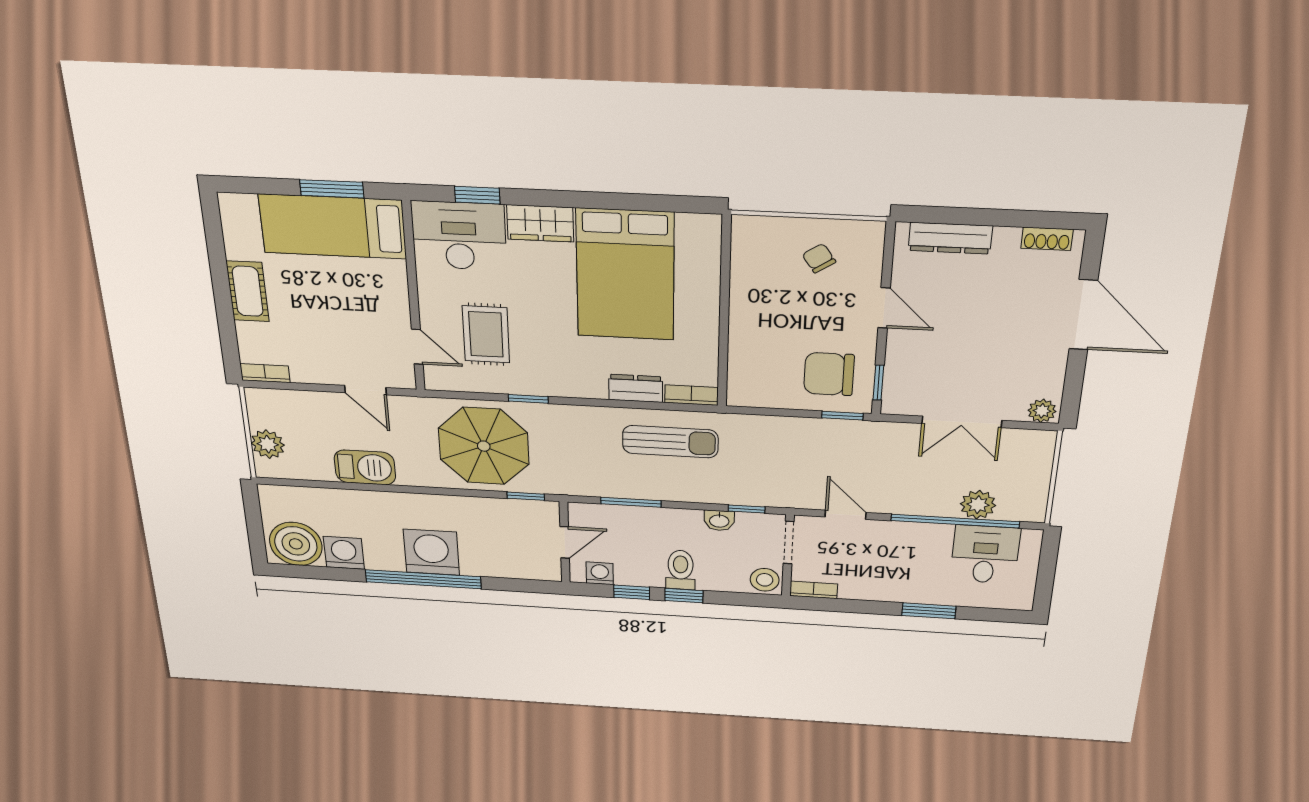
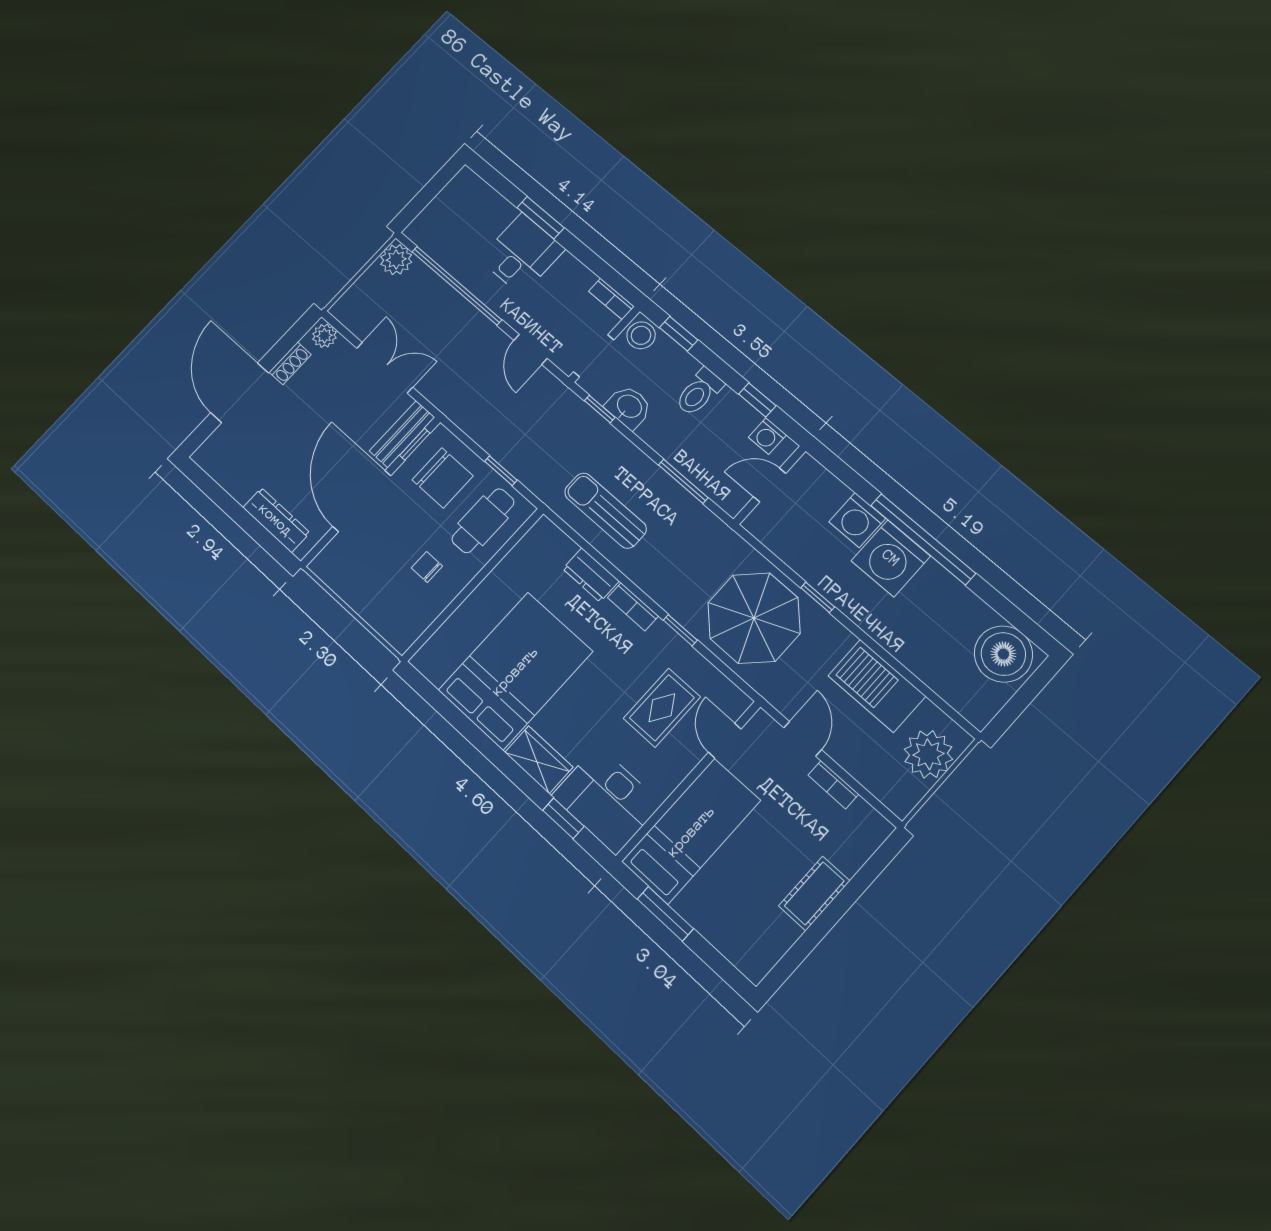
bed: (333, 226) -> (691, 831), moved, turned -90
shoe rack: (1047, 239) -> (290, 363), moved, turned 90
chair: (819, 258) -> (427, 567), moved, turned 124
door: (884, 308) -> (362, 501), width x1.87
cafe table: (763, 366) -> (483, 521), added
bookcase: (265, 373) -> (833, 785), moved
bench: (897, 383) -> (402, 434), added
bookcase: (692, 395) -> (633, 607), moved
window: (842, 416) -> (501, 471), moved
plant: (268, 444) -> (928, 754), width x1.36, depth x1.36
barbecue: (365, 467) -> (877, 686), width x1.37, depth x1.21
window: (526, 496) -> (818, 597), moved
plant: (978, 505) -> (396, 260), moved
washbasin: (719, 521) -> (629, 407), width x1.38, depth x1.45
washing machine: (344, 553) -> (857, 520), moved
desk: (985, 554) -> (522, 254), moved, turned 180
window: (684, 596) -> (679, 334), moved

